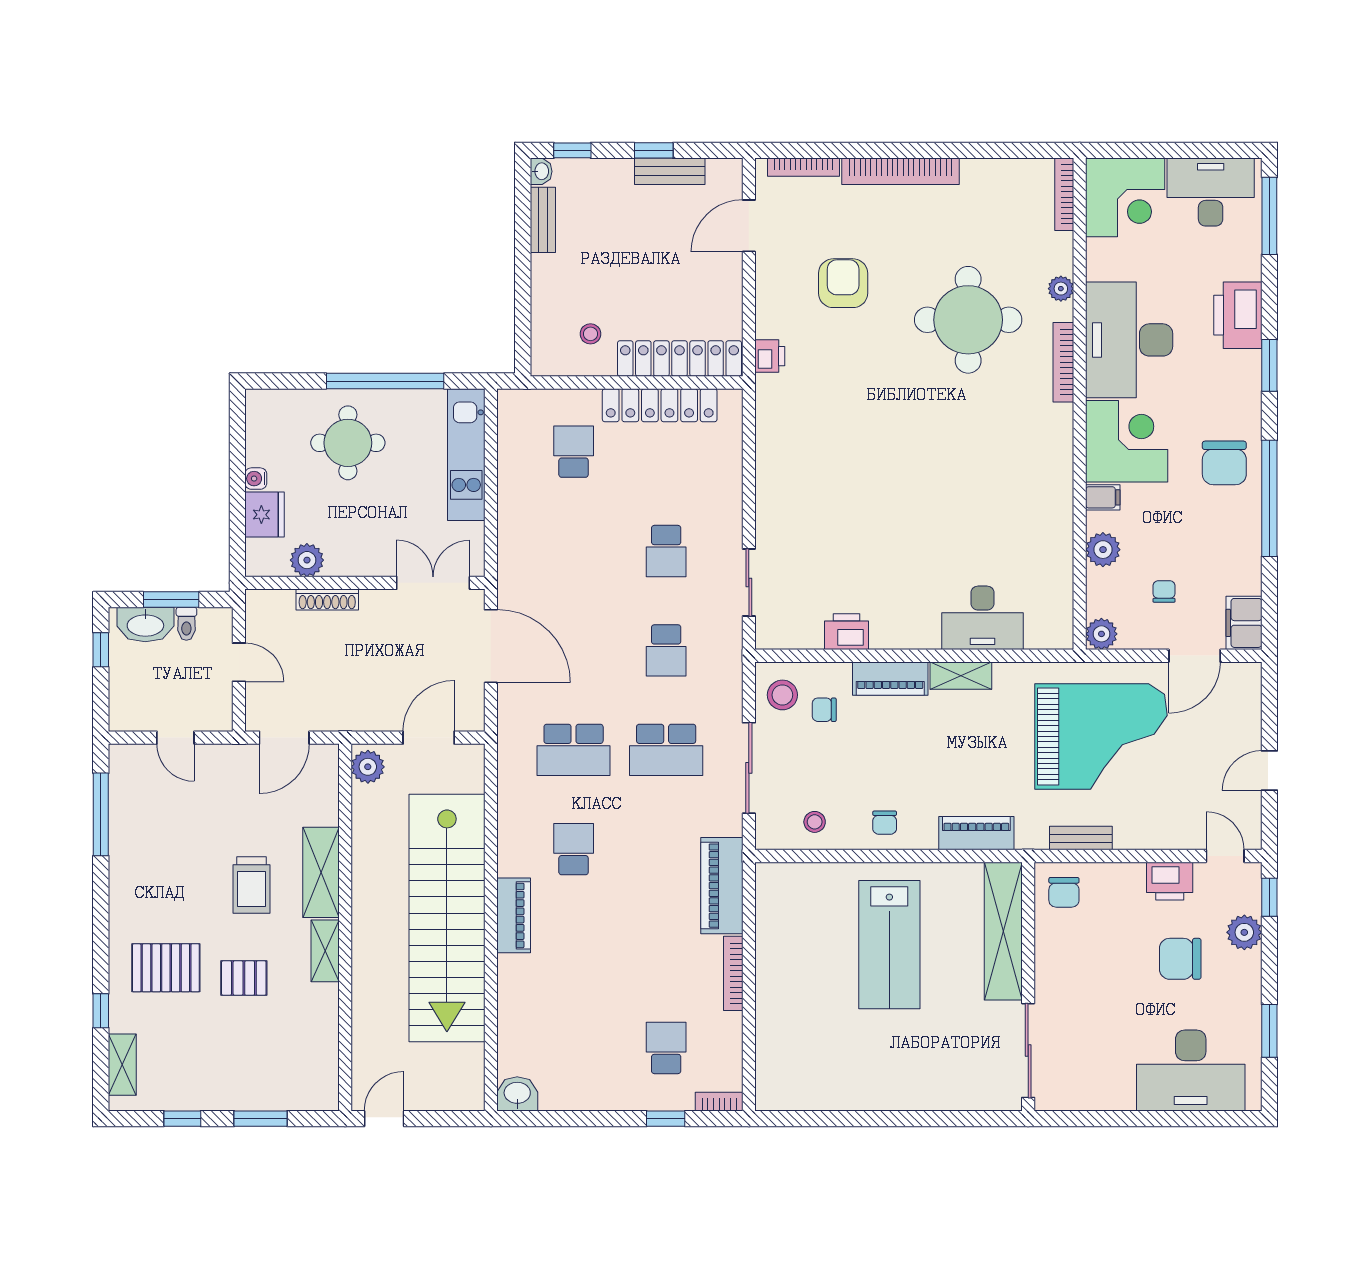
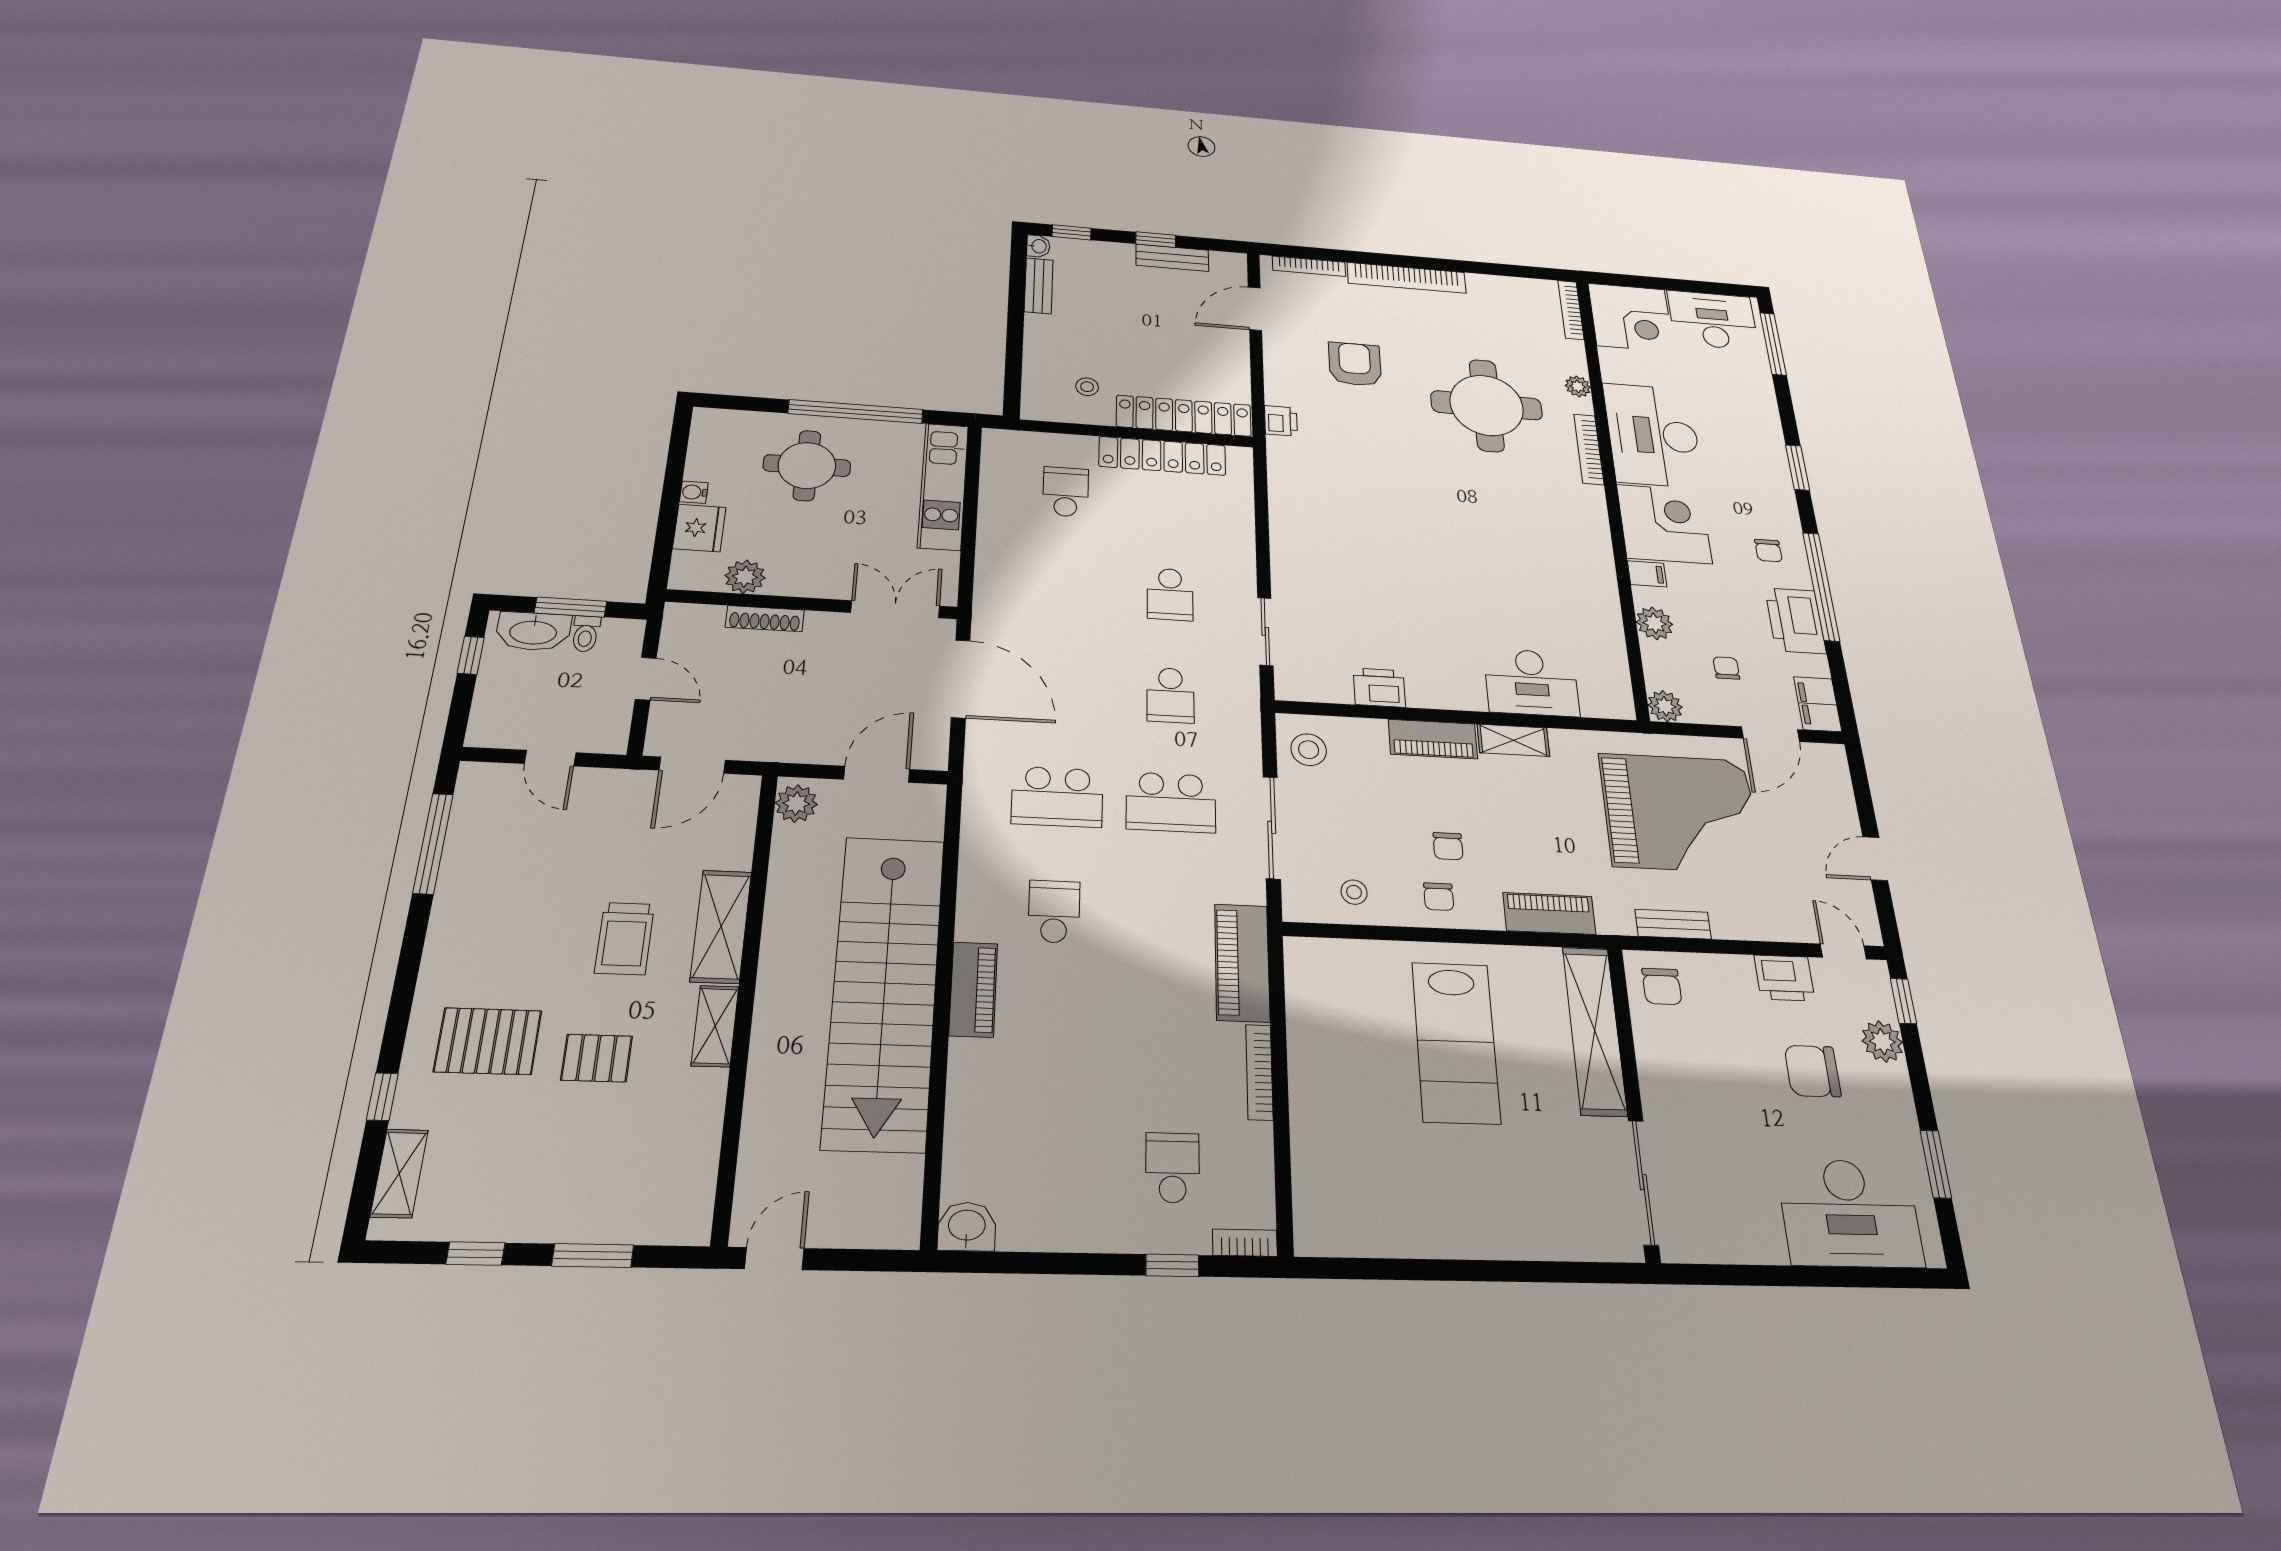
printer: (1238, 315) -> (1795, 621), moved
chair: (1224, 463) -> (1768, 551), width x0.54, depth x0.54
chair: (824, 710) -> (1448, 846), moved, turned -90

